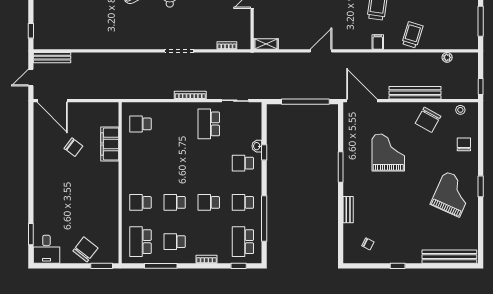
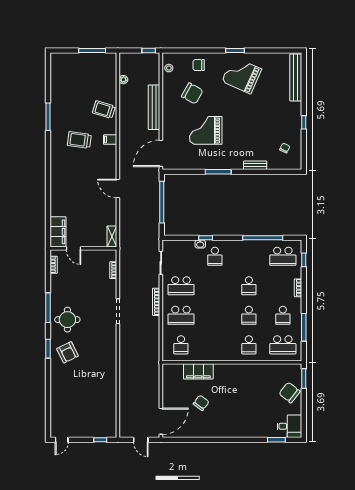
bench: (52, 58) -> (124, 421), removed
chair: (428, 120) -> (192, 93), moved
school desk: (243, 202) -> (181, 315), moved, width x1.85

